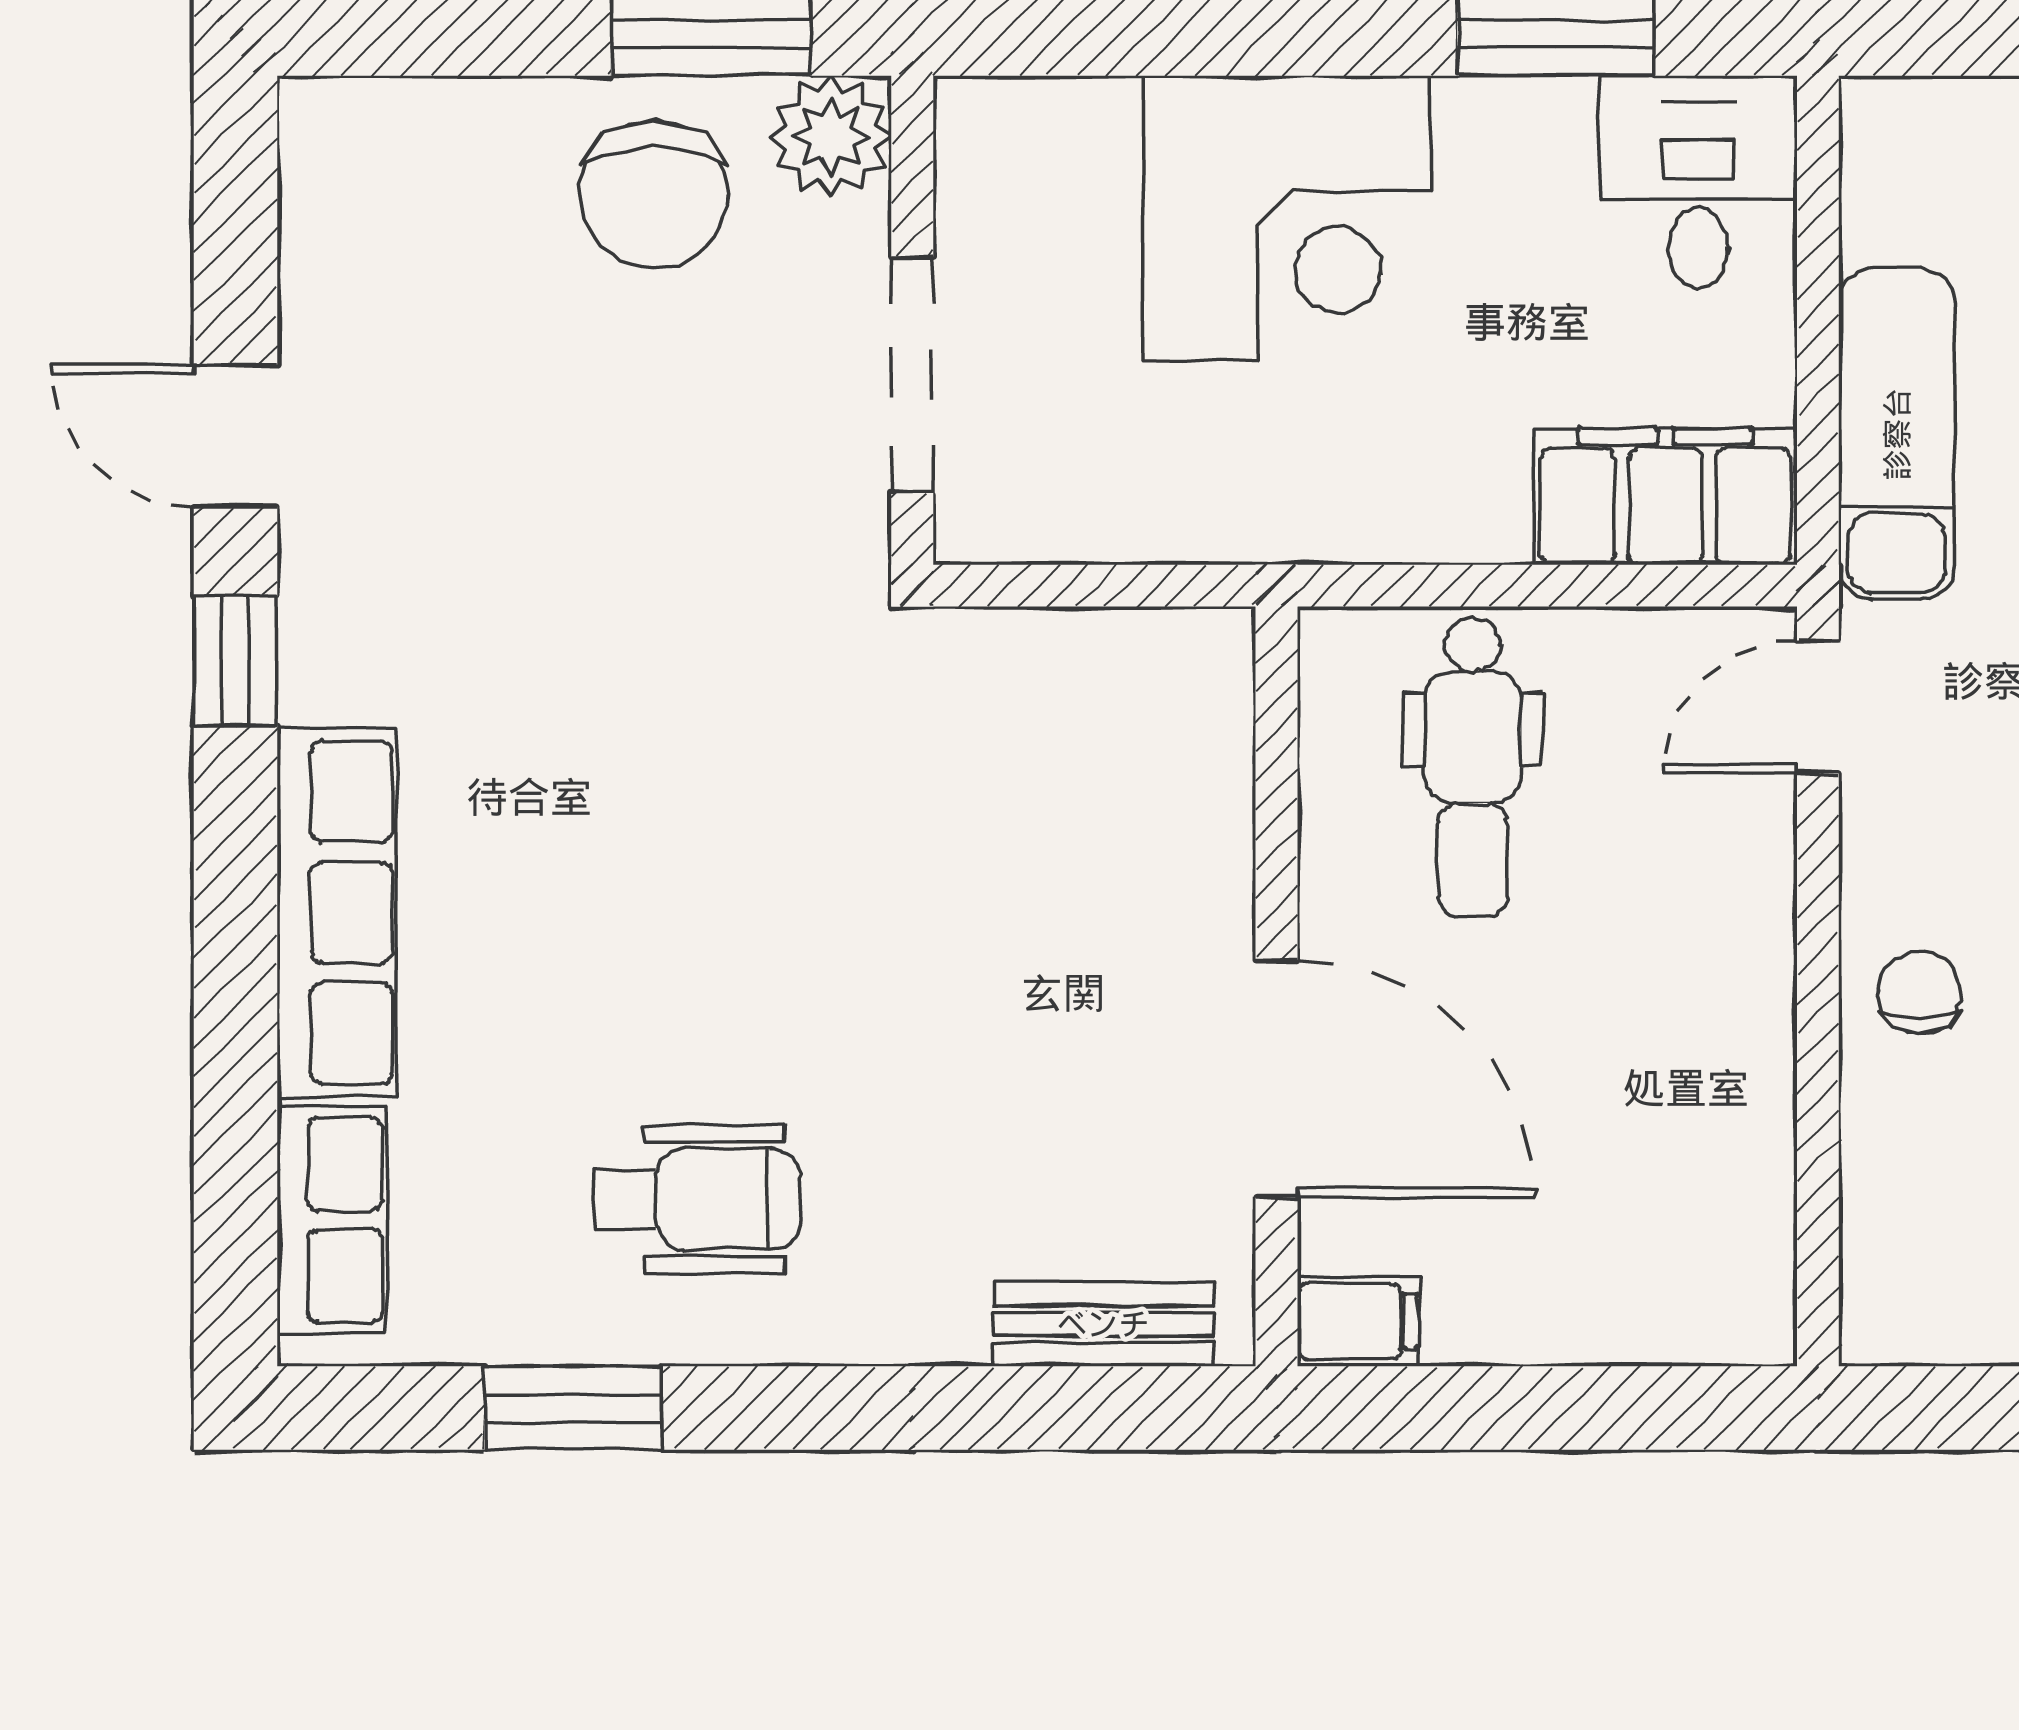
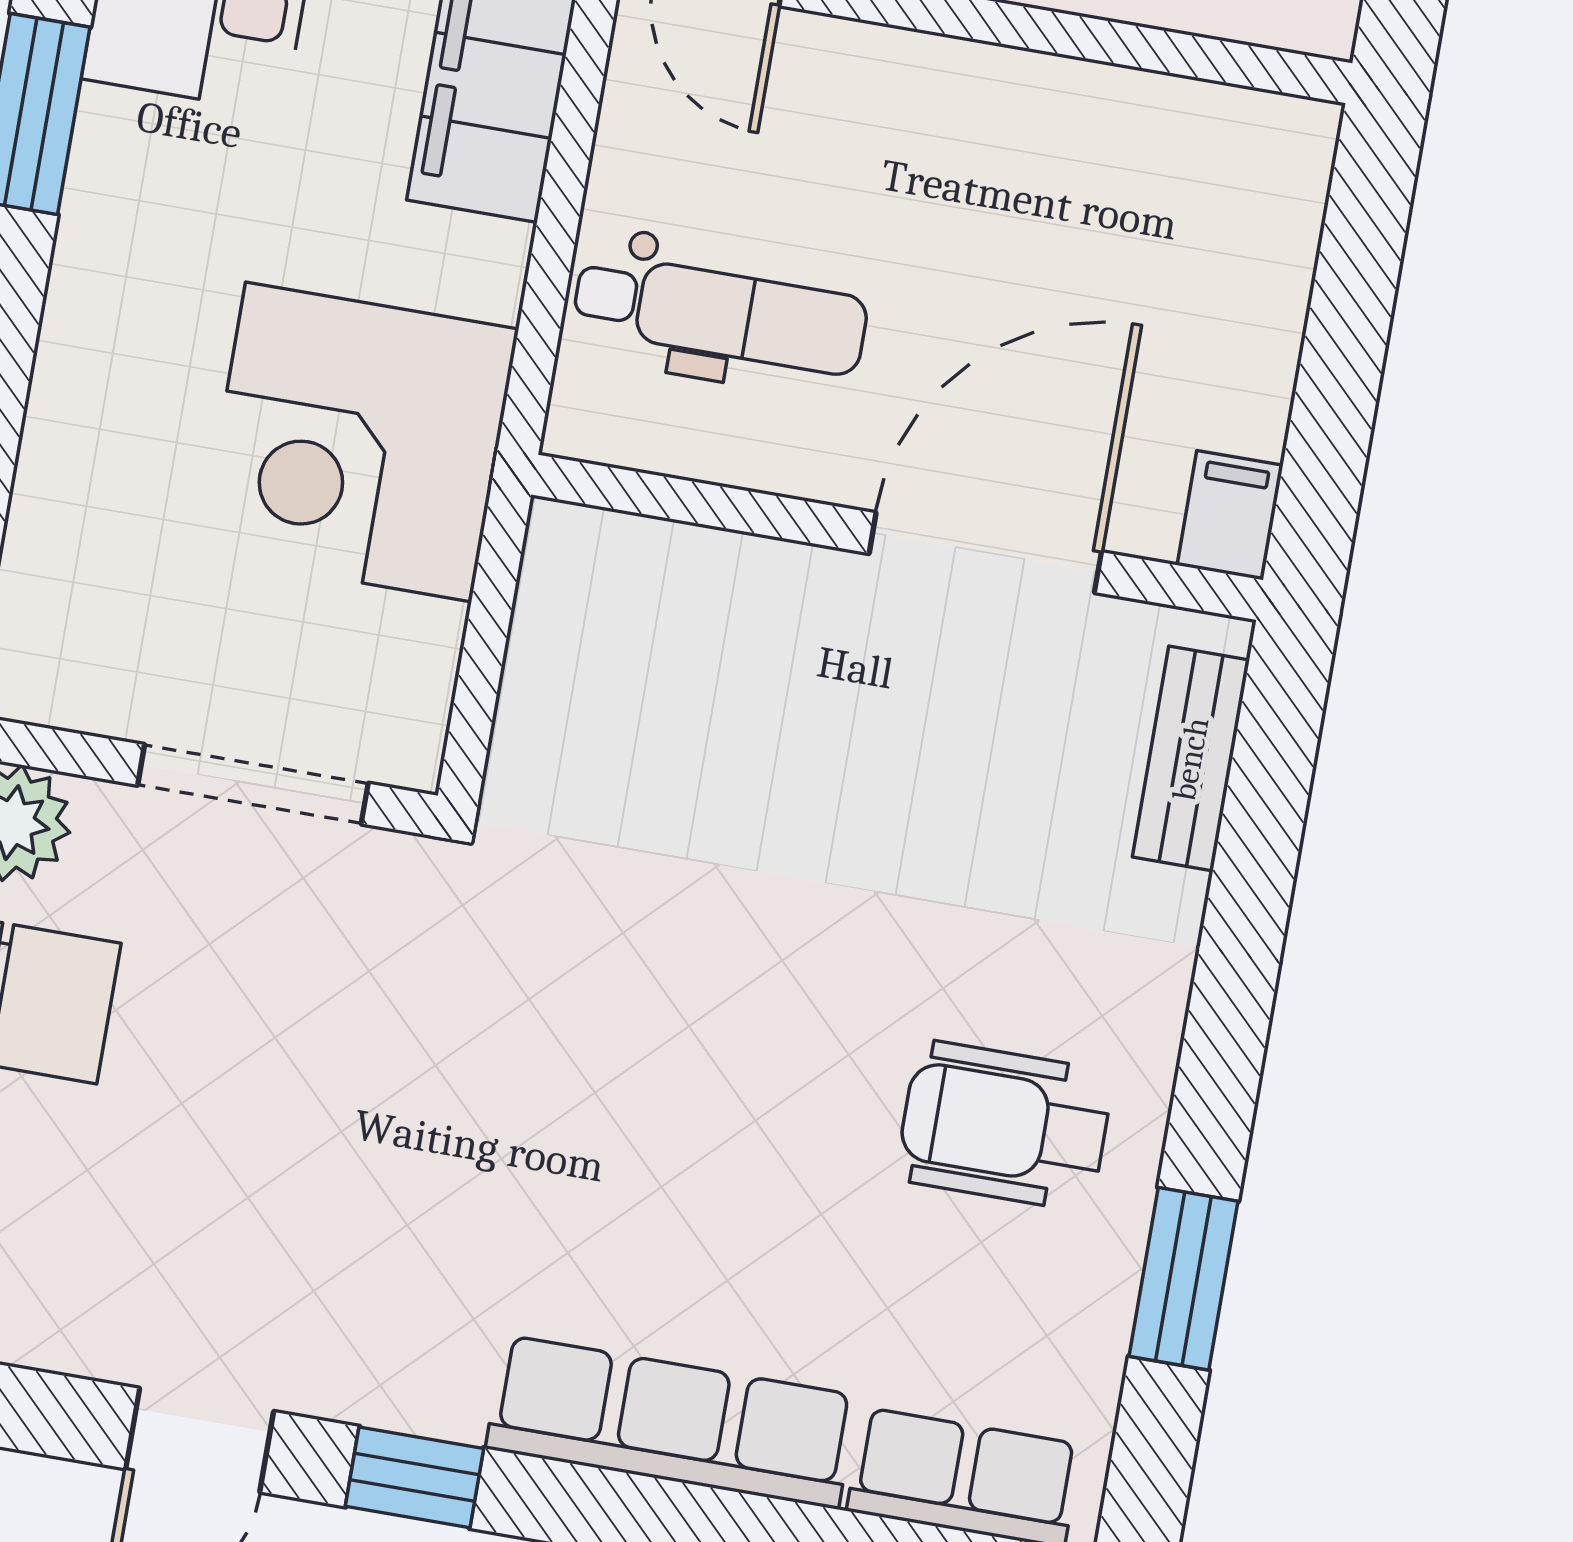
corner desk: (1286, 219) -> (359, 442), moved, turned 180
wheelchair: (697, 1199) -> (1005, 1126), turned -90

